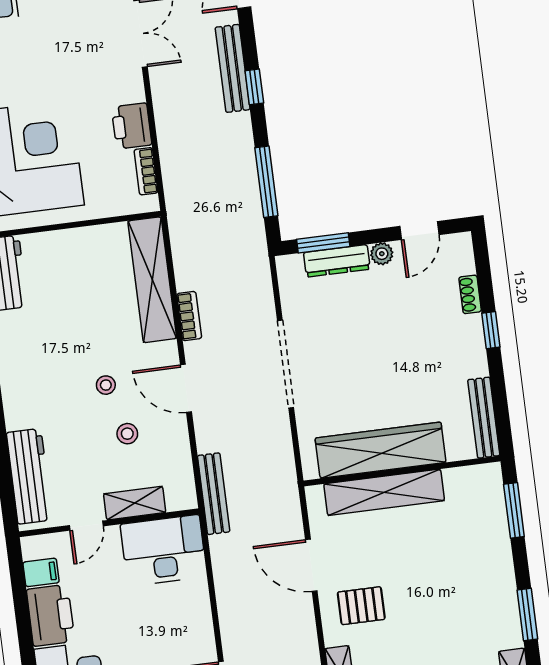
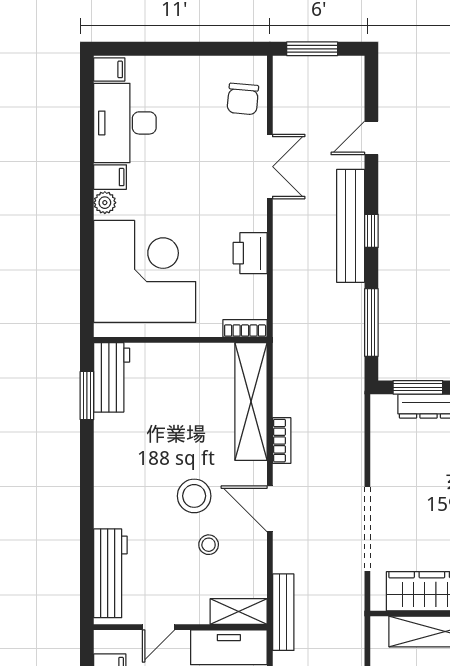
bench: (233, 68) -> (351, 226), width x1.37, depth x1.21
bookcase: (146, 171) -> (245, 328), moved, turned 90
doorway: (286, 364) -> (367, 529), moved
stool: (106, 385) -> (194, 496), width x1.89, depth x1.89
shelving: (135, 503) -> (239, 612), moved

